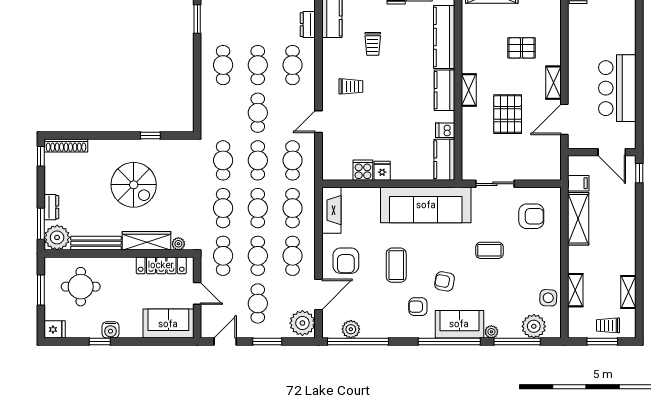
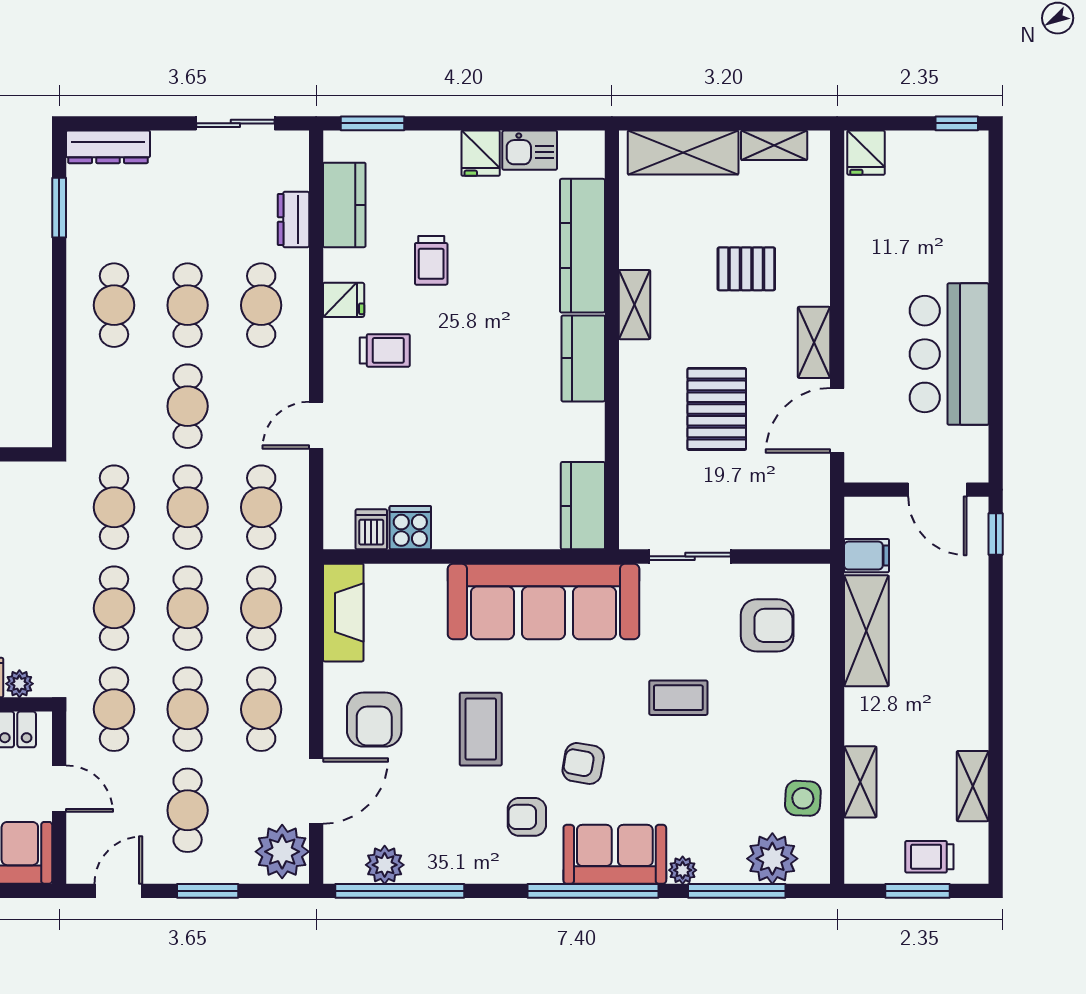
shelving: (469, 90) -> (634, 305), moved
dishwasher: (445, 130) -> (371, 529), moved, turned 90
fridge: (382, 171) -> (344, 300), moved, turned 90

